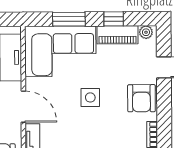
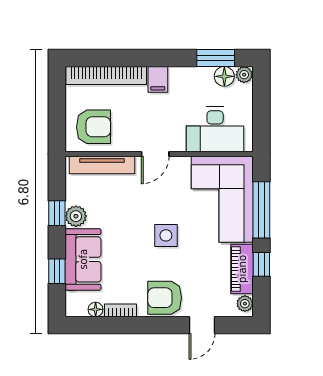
window: (69, 19) -> (261, 210), width x1.44
door: (23, 107) -> (155, 154), width x0.73

